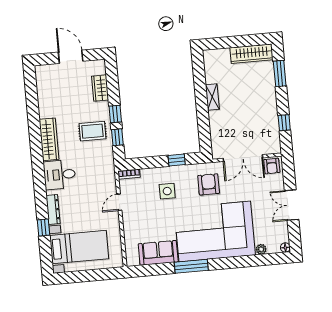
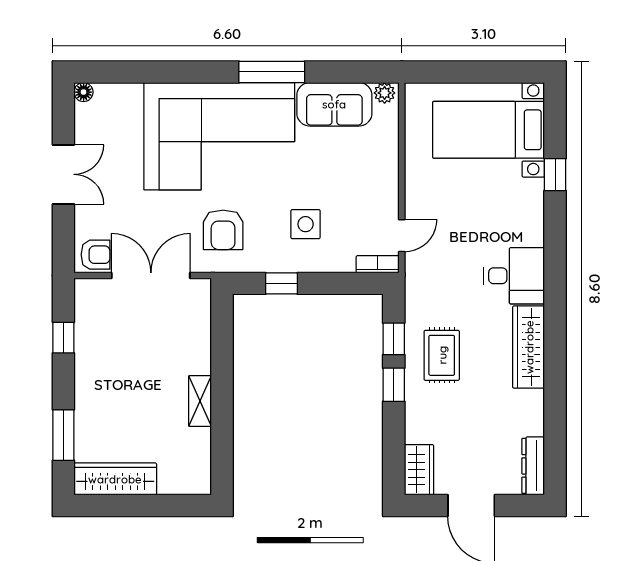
wardrobe: (100, 88) -> (419, 470), moved
rug: (92, 131) -> (442, 355), turned 90
armchair: (272, 166) -> (95, 255), turned 91
door: (119, 202) -> (402, 236), moved
dresser: (53, 210) -> (533, 466), moved
plant: (261, 249) -> (385, 93), moved

